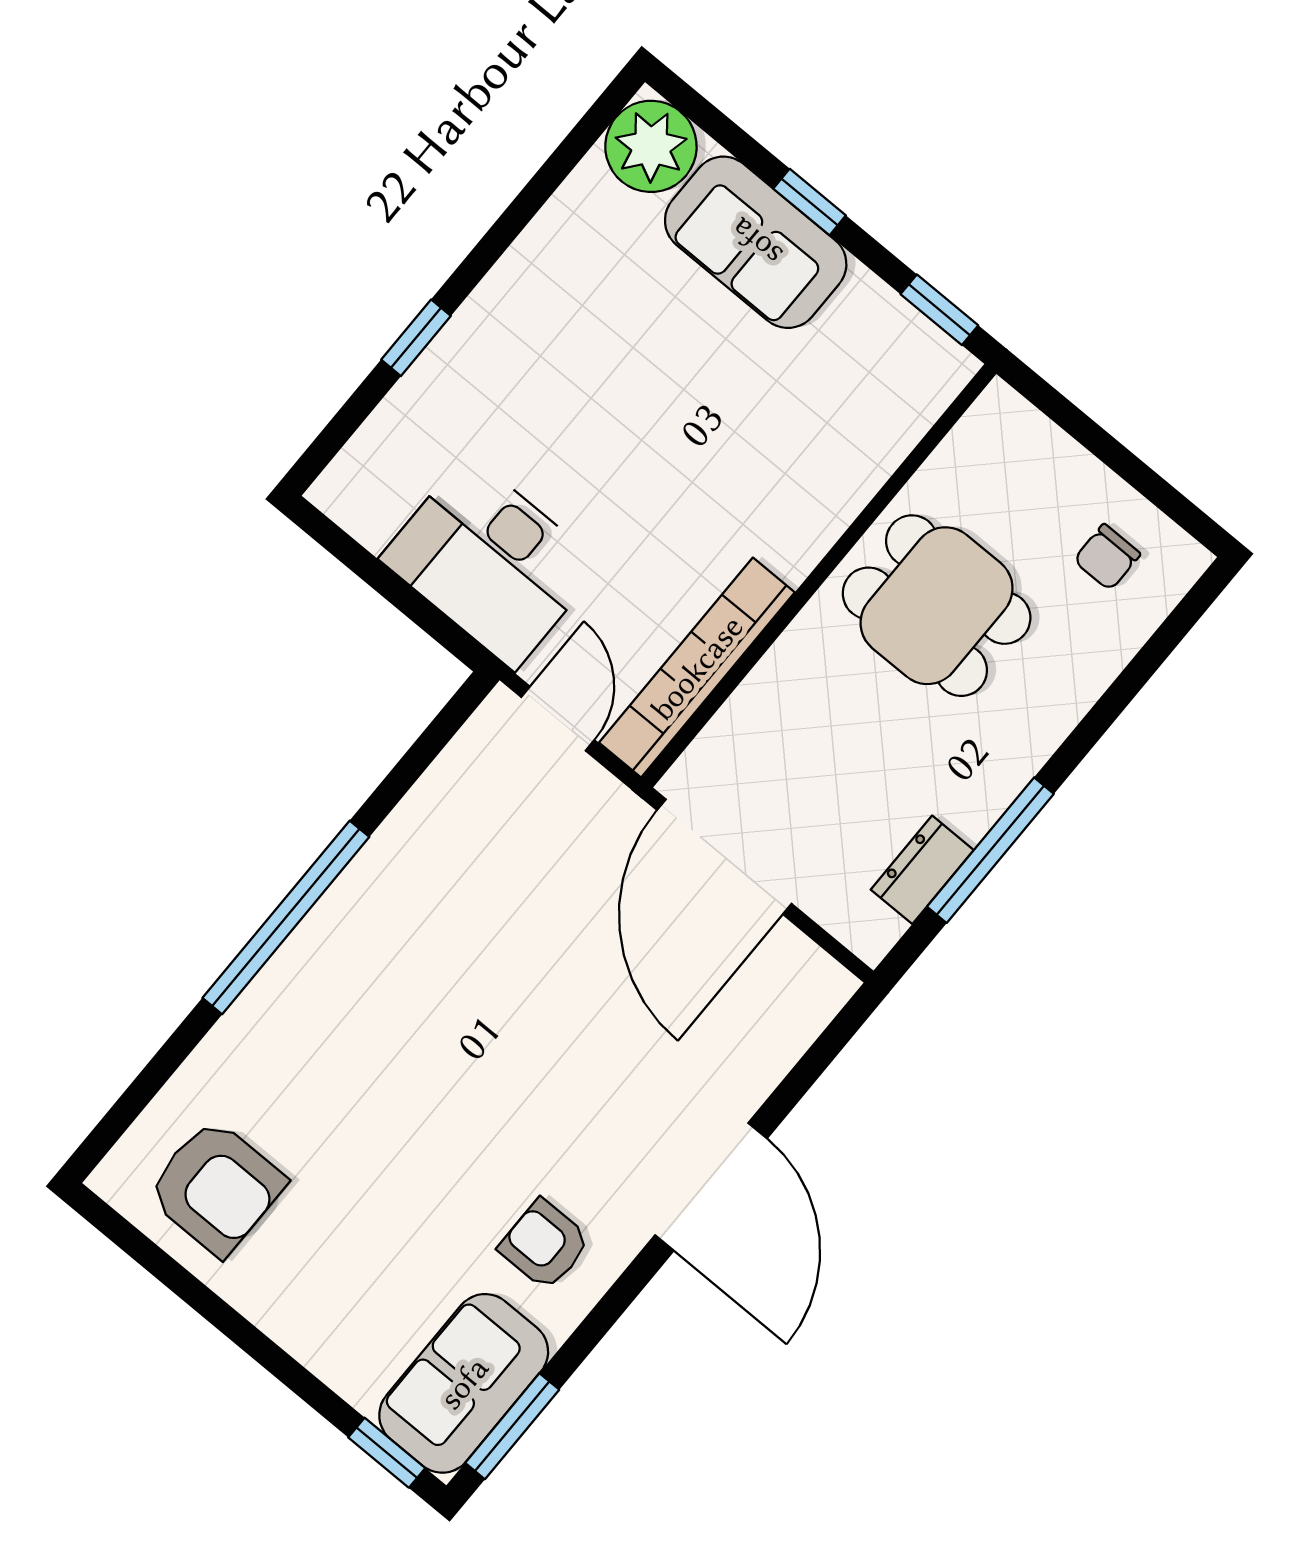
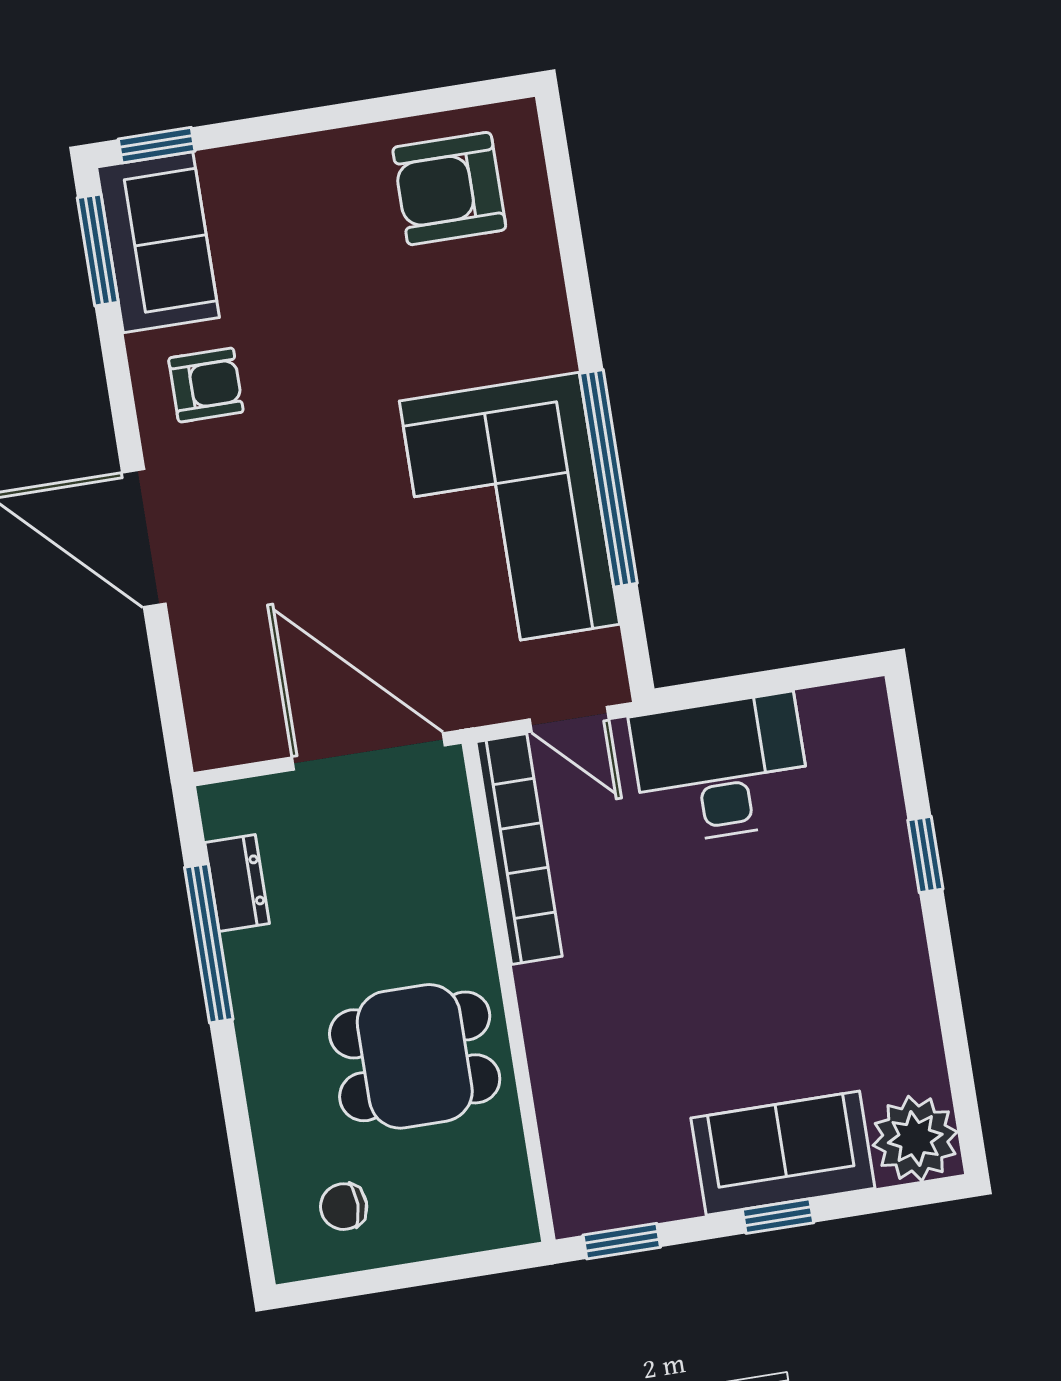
chair: (1107, 557) -> (344, 1207), turned -90
corner sofa: (434, 912) -> (509, 513), added
window: (286, 917) -> (608, 478), moved

